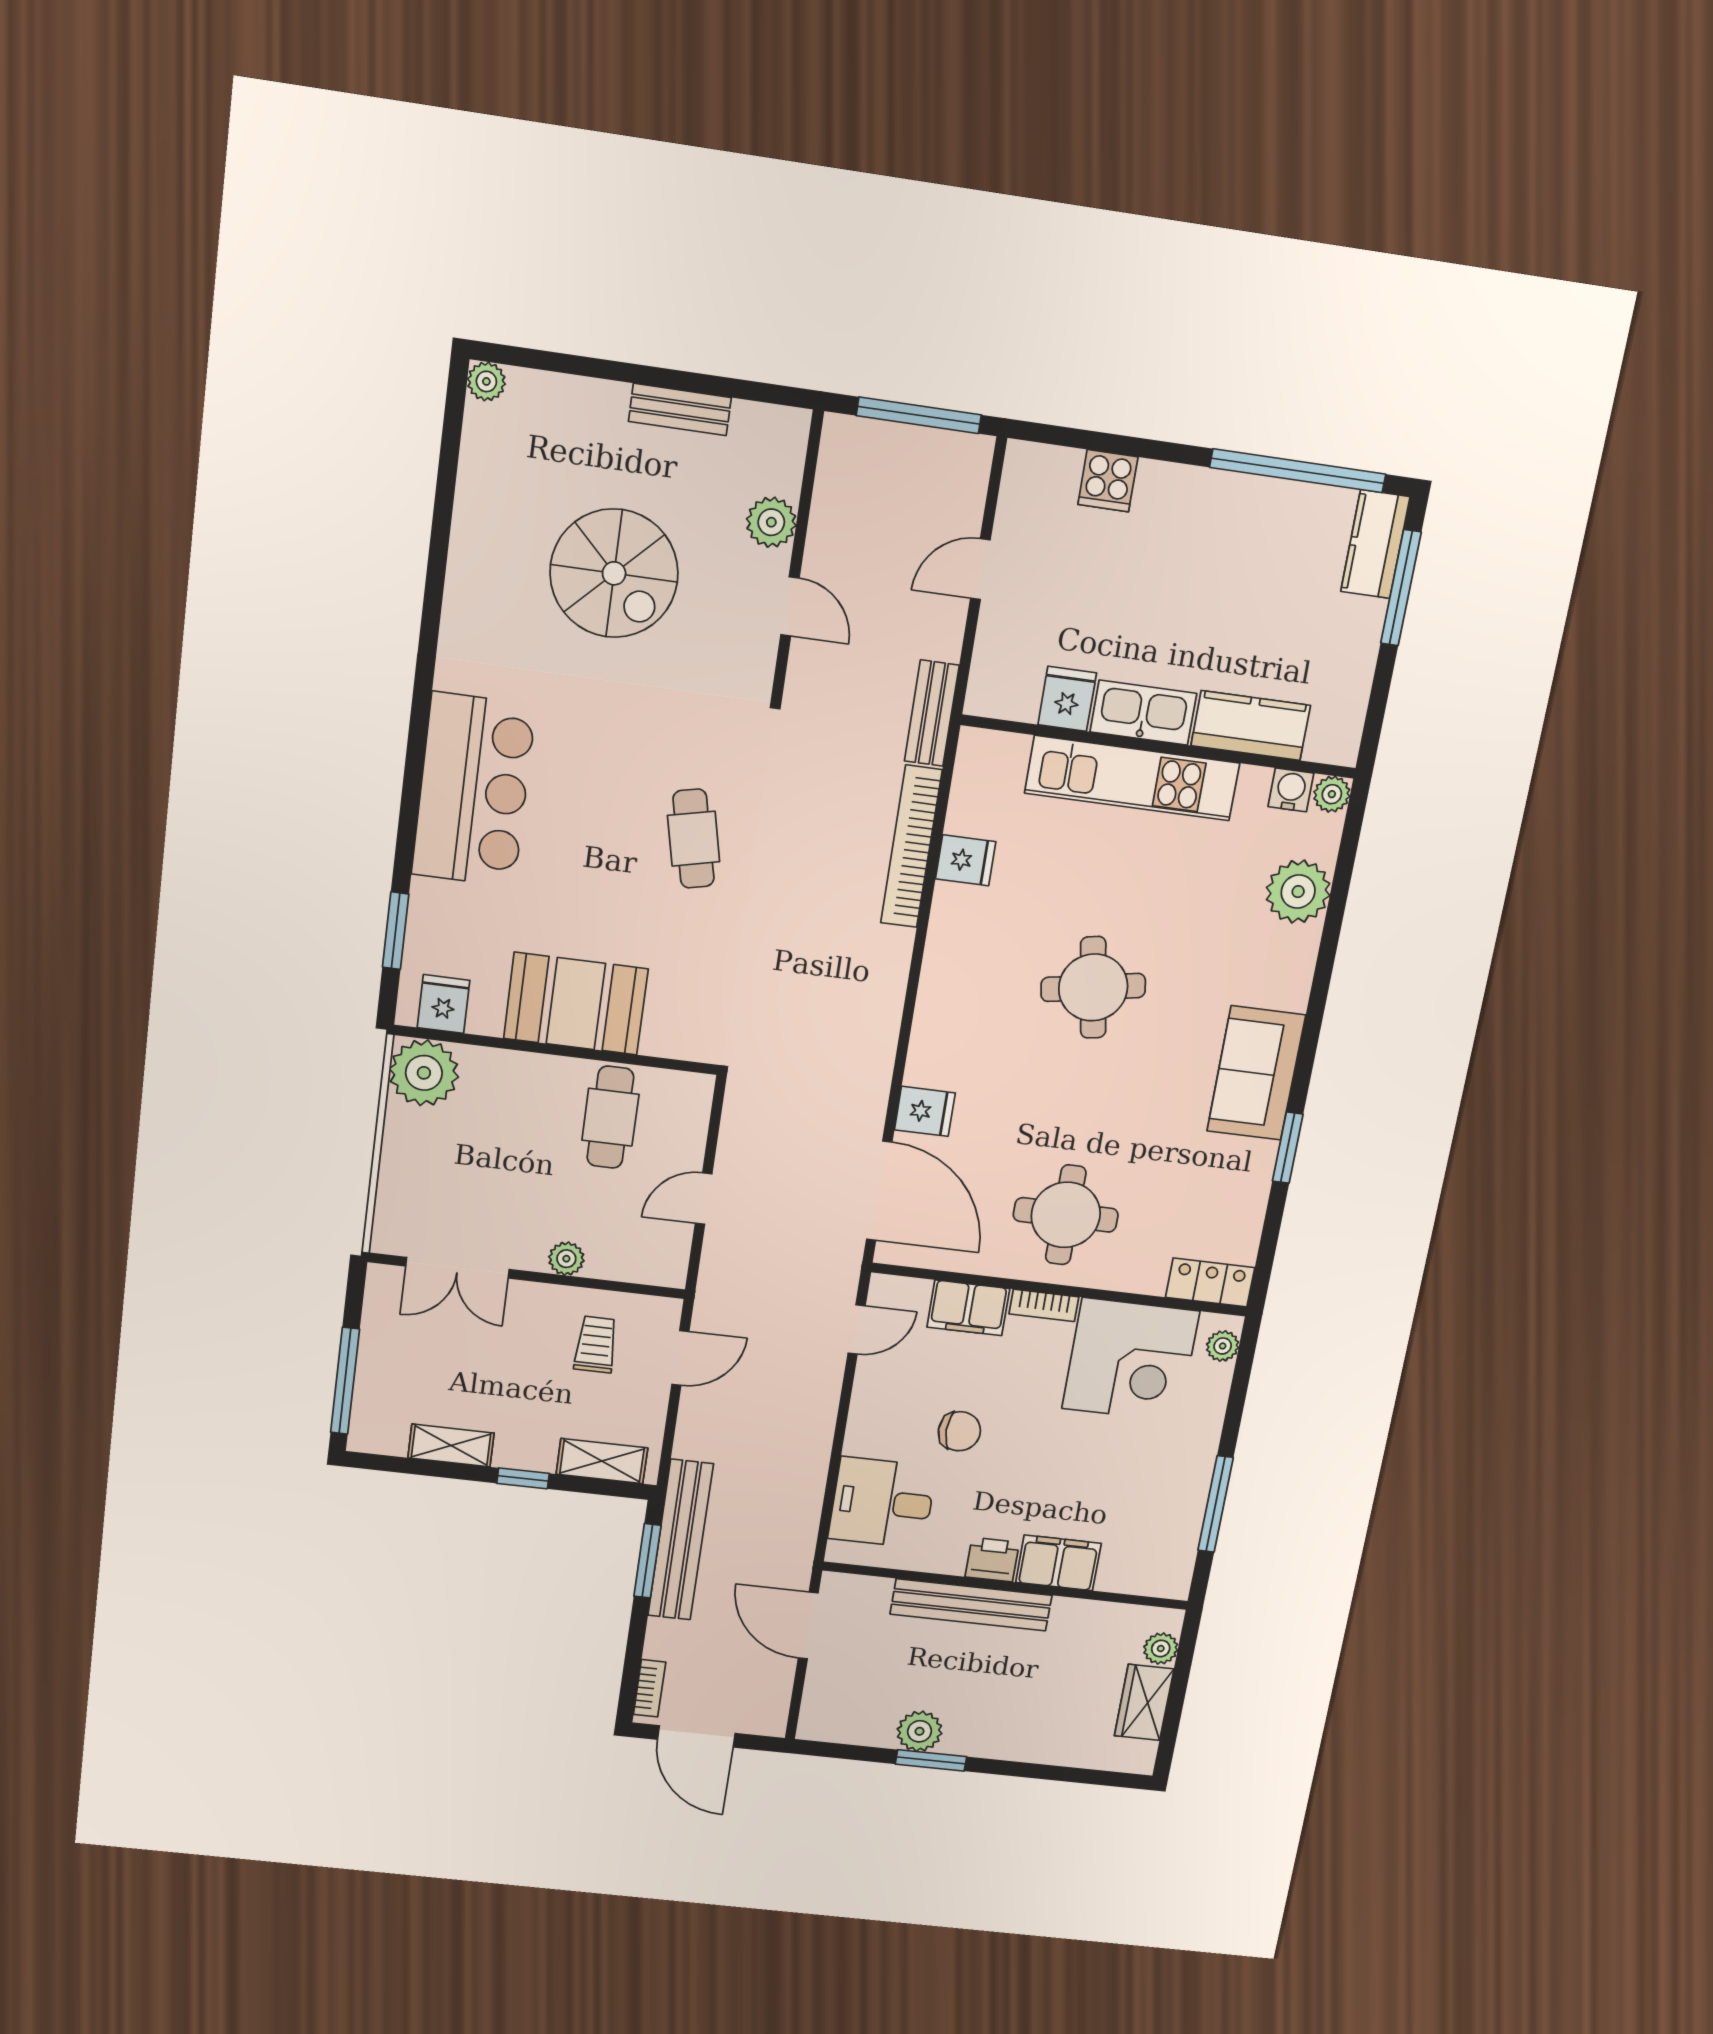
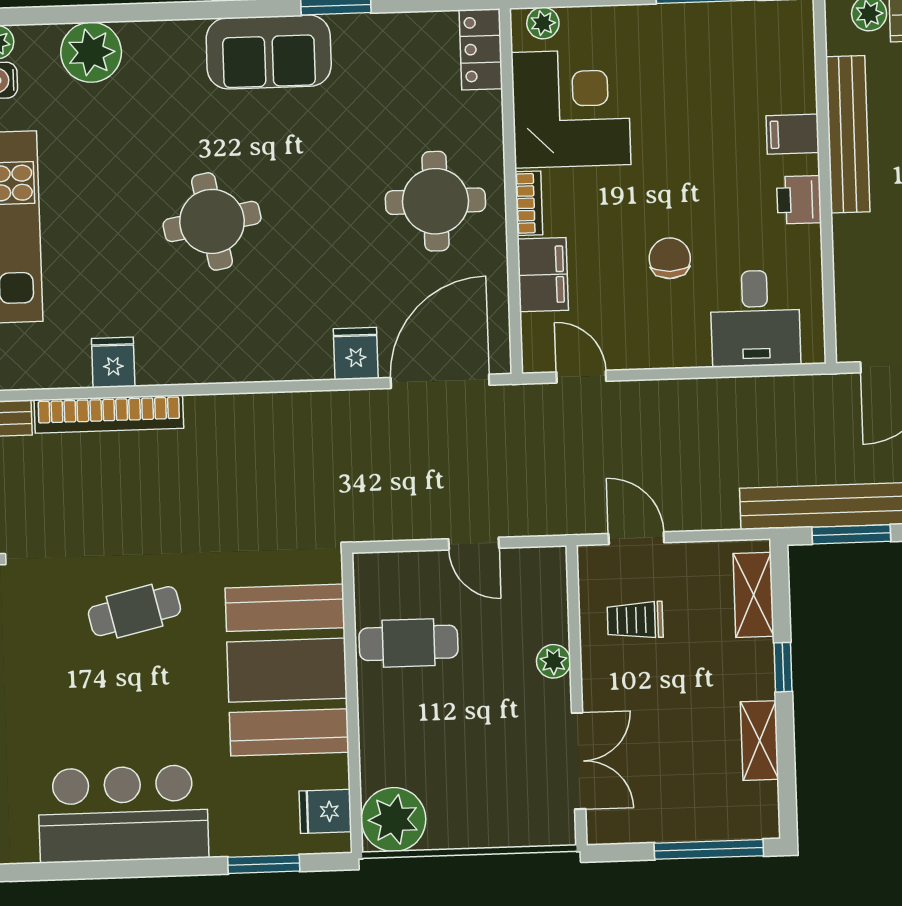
booth: (576, 1004) -> (287, 670), width x1.36, depth x1.42
filing cabinet: (1058, 1563) -> (793, 134), width x0.50
bench: (971, 1605) -> (848, 134), moved

